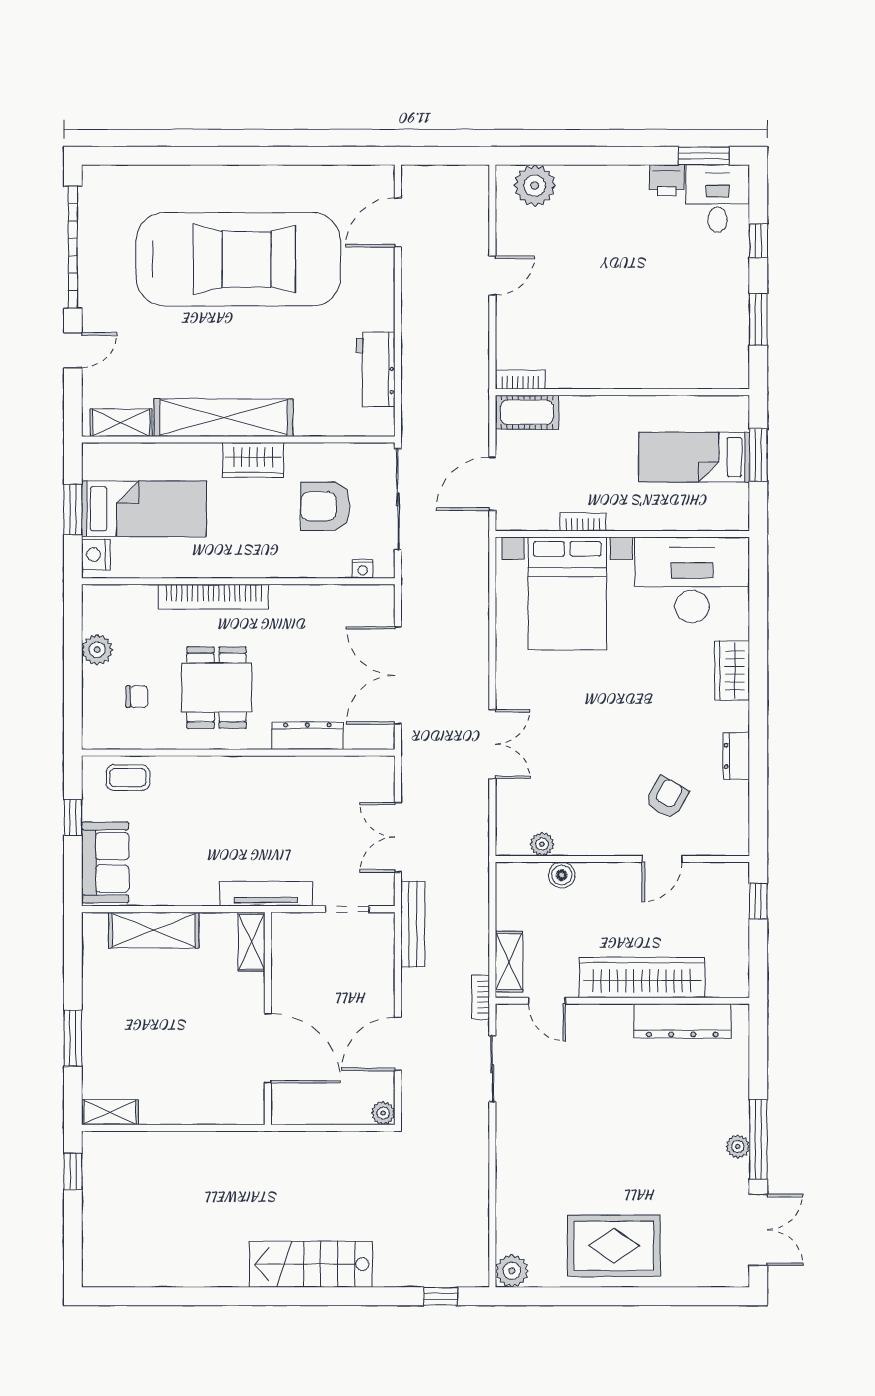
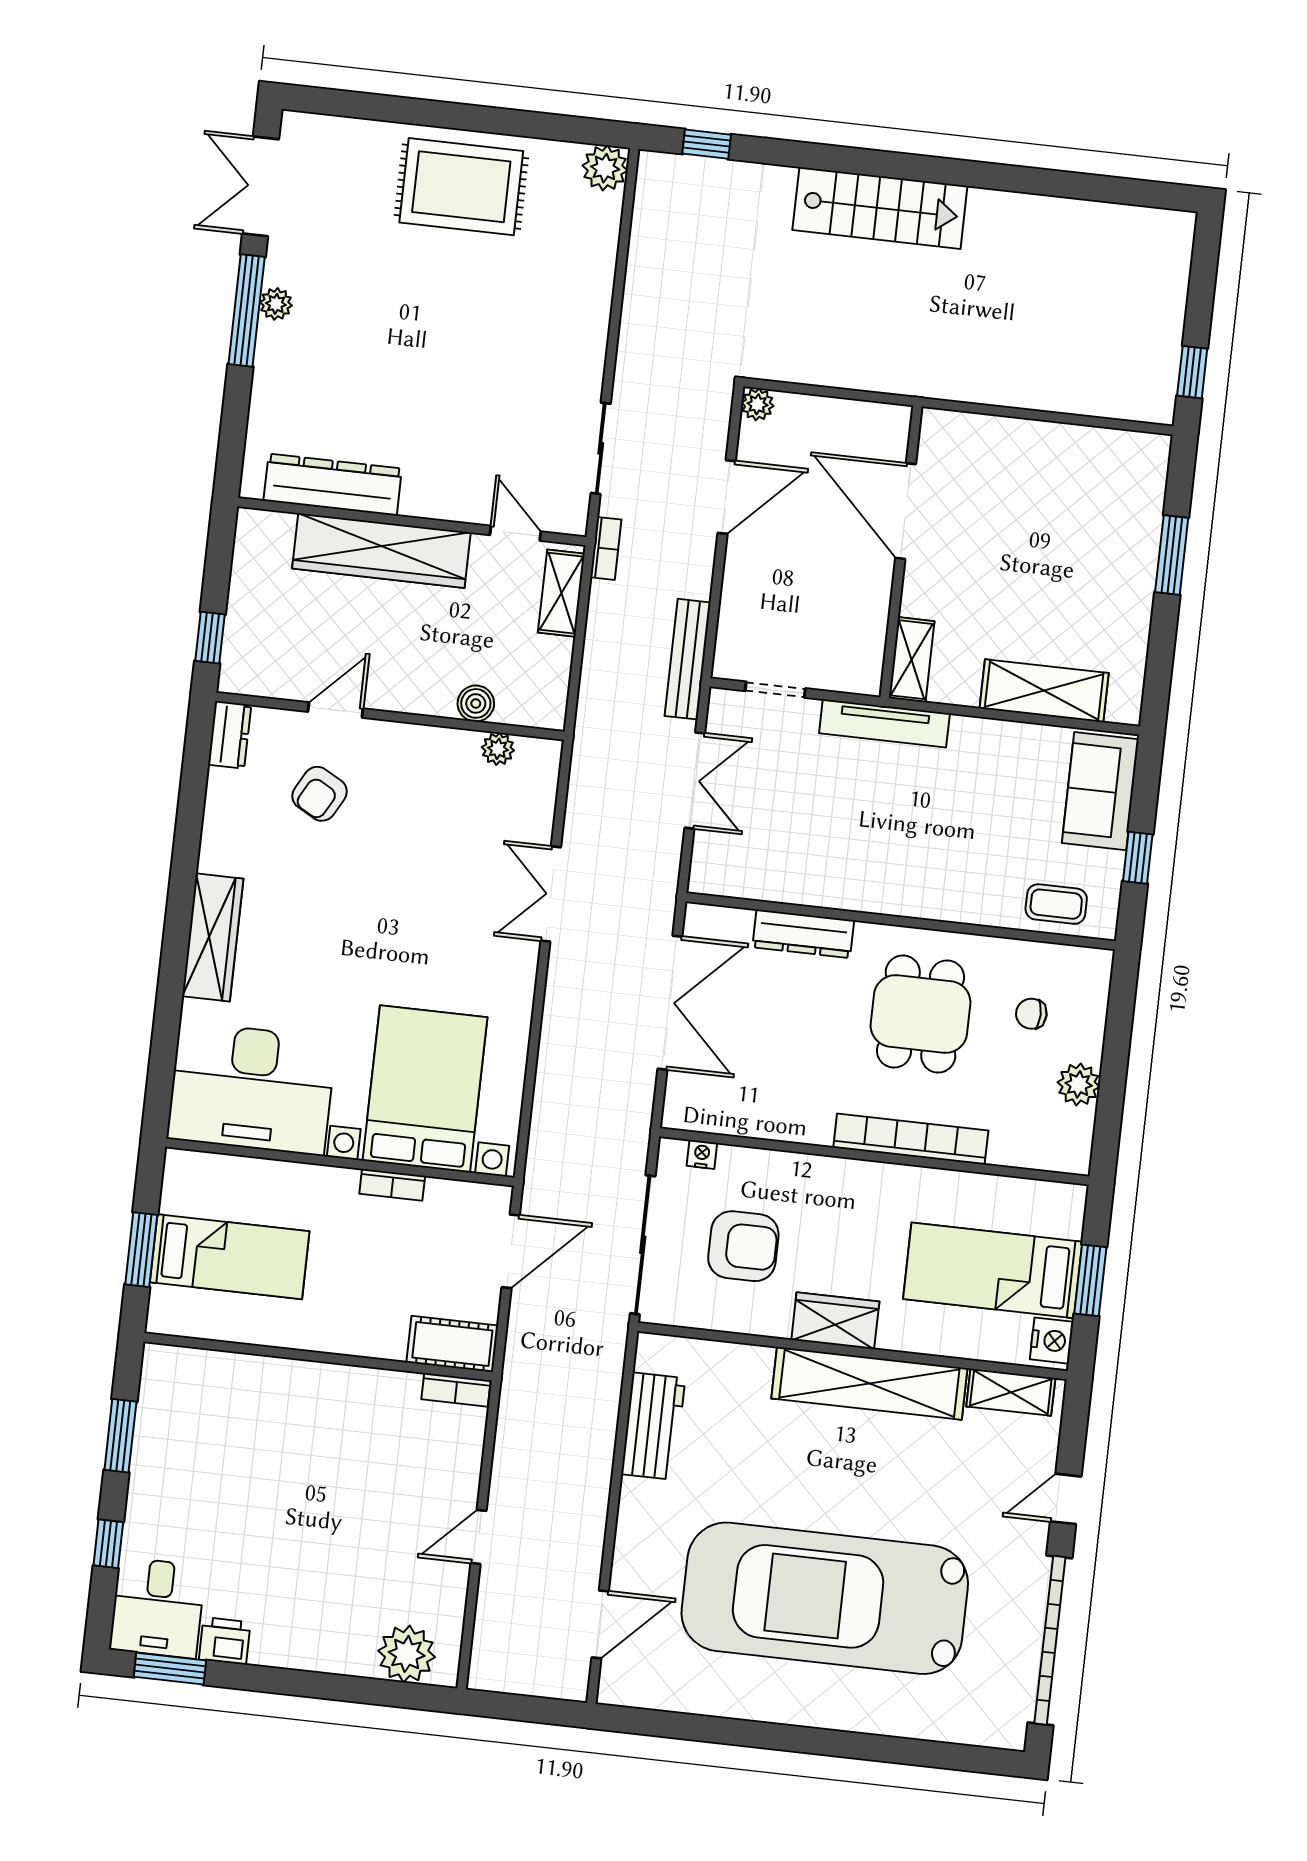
nightstand: (96, 555) -> (1052, 1341), moved
wardrobe: (732, 671) -> (213, 937), width x1.50
dresser: (736, 756) -> (230, 735), moved
shelving: (110, 1112) -> (1132, 448), removed

